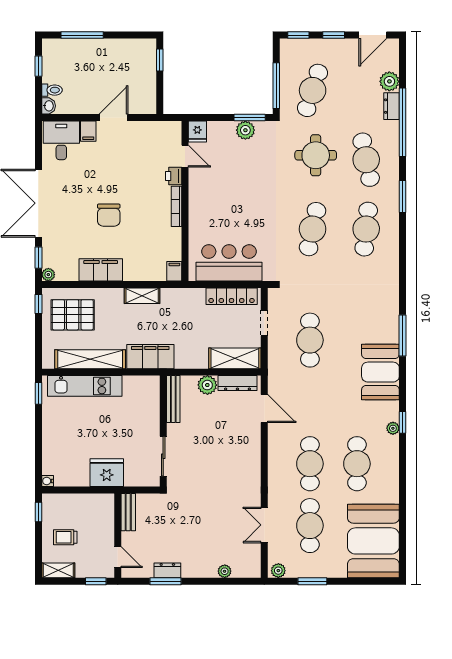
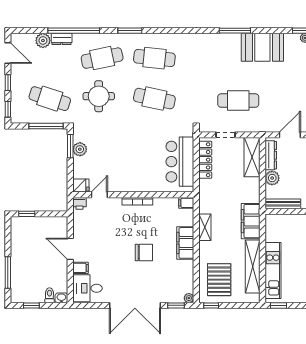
printer: (174, 176) -> (79, 203), moved
filing cabinet: (101, 270) -> (185, 243), moved

